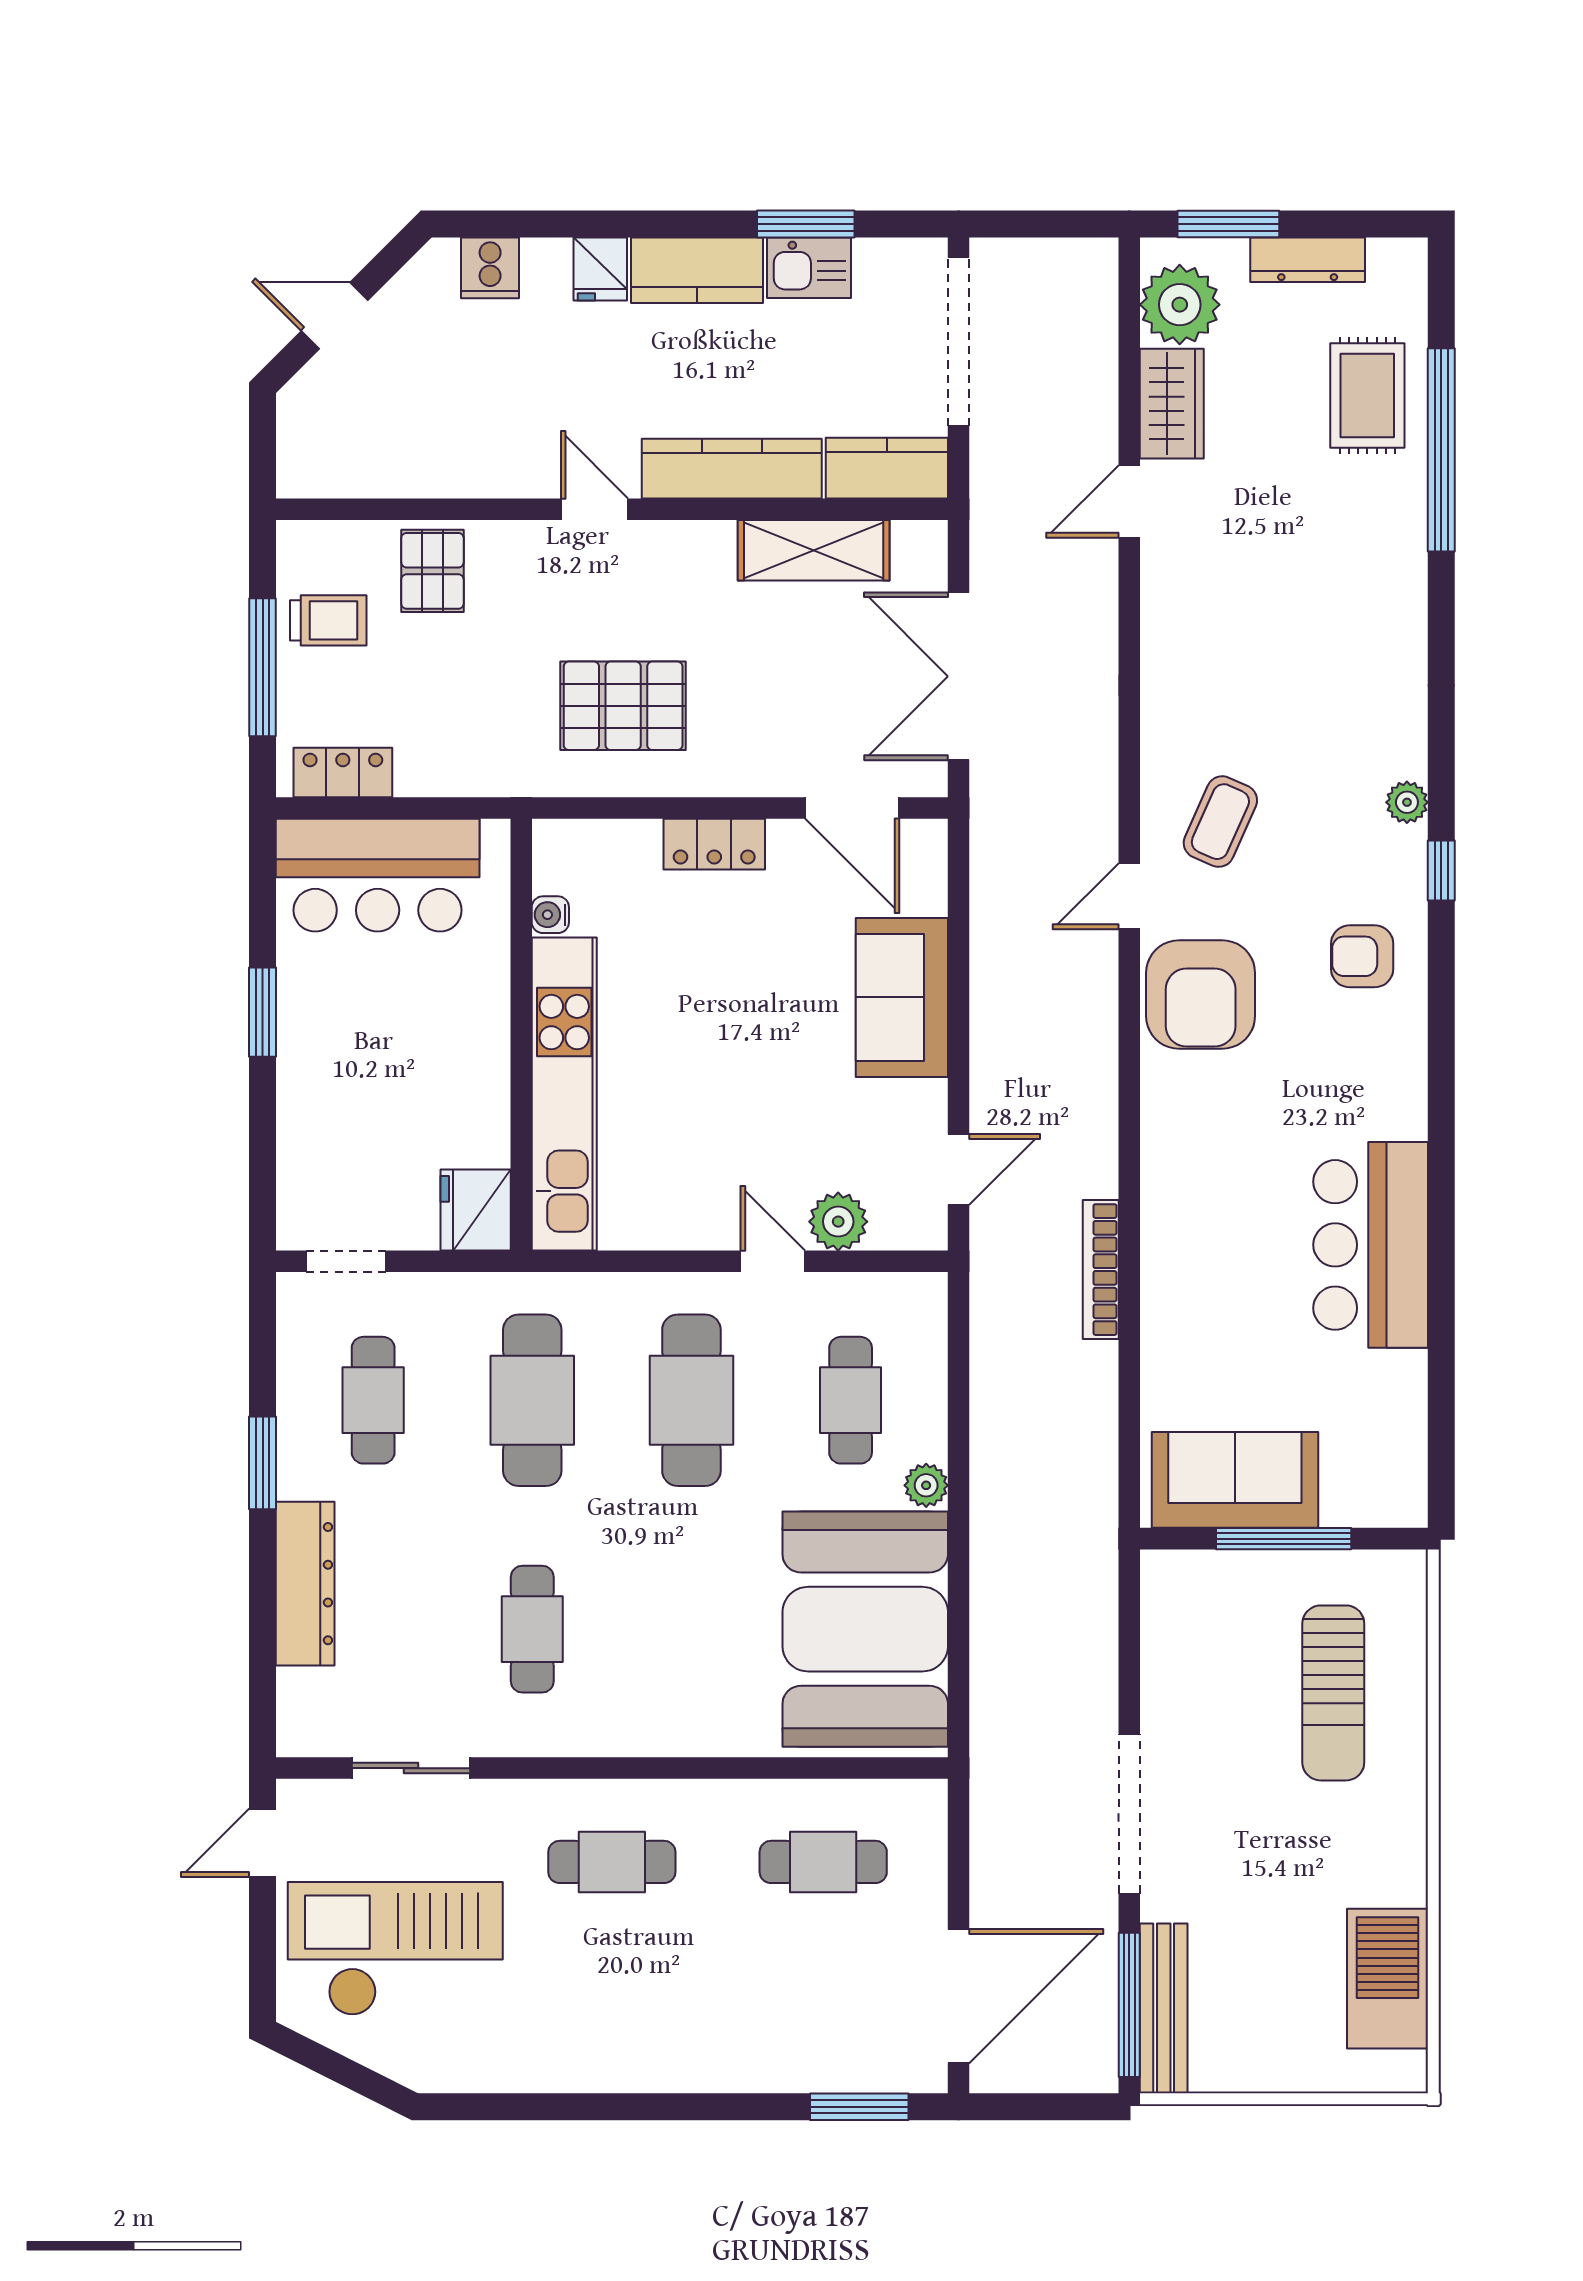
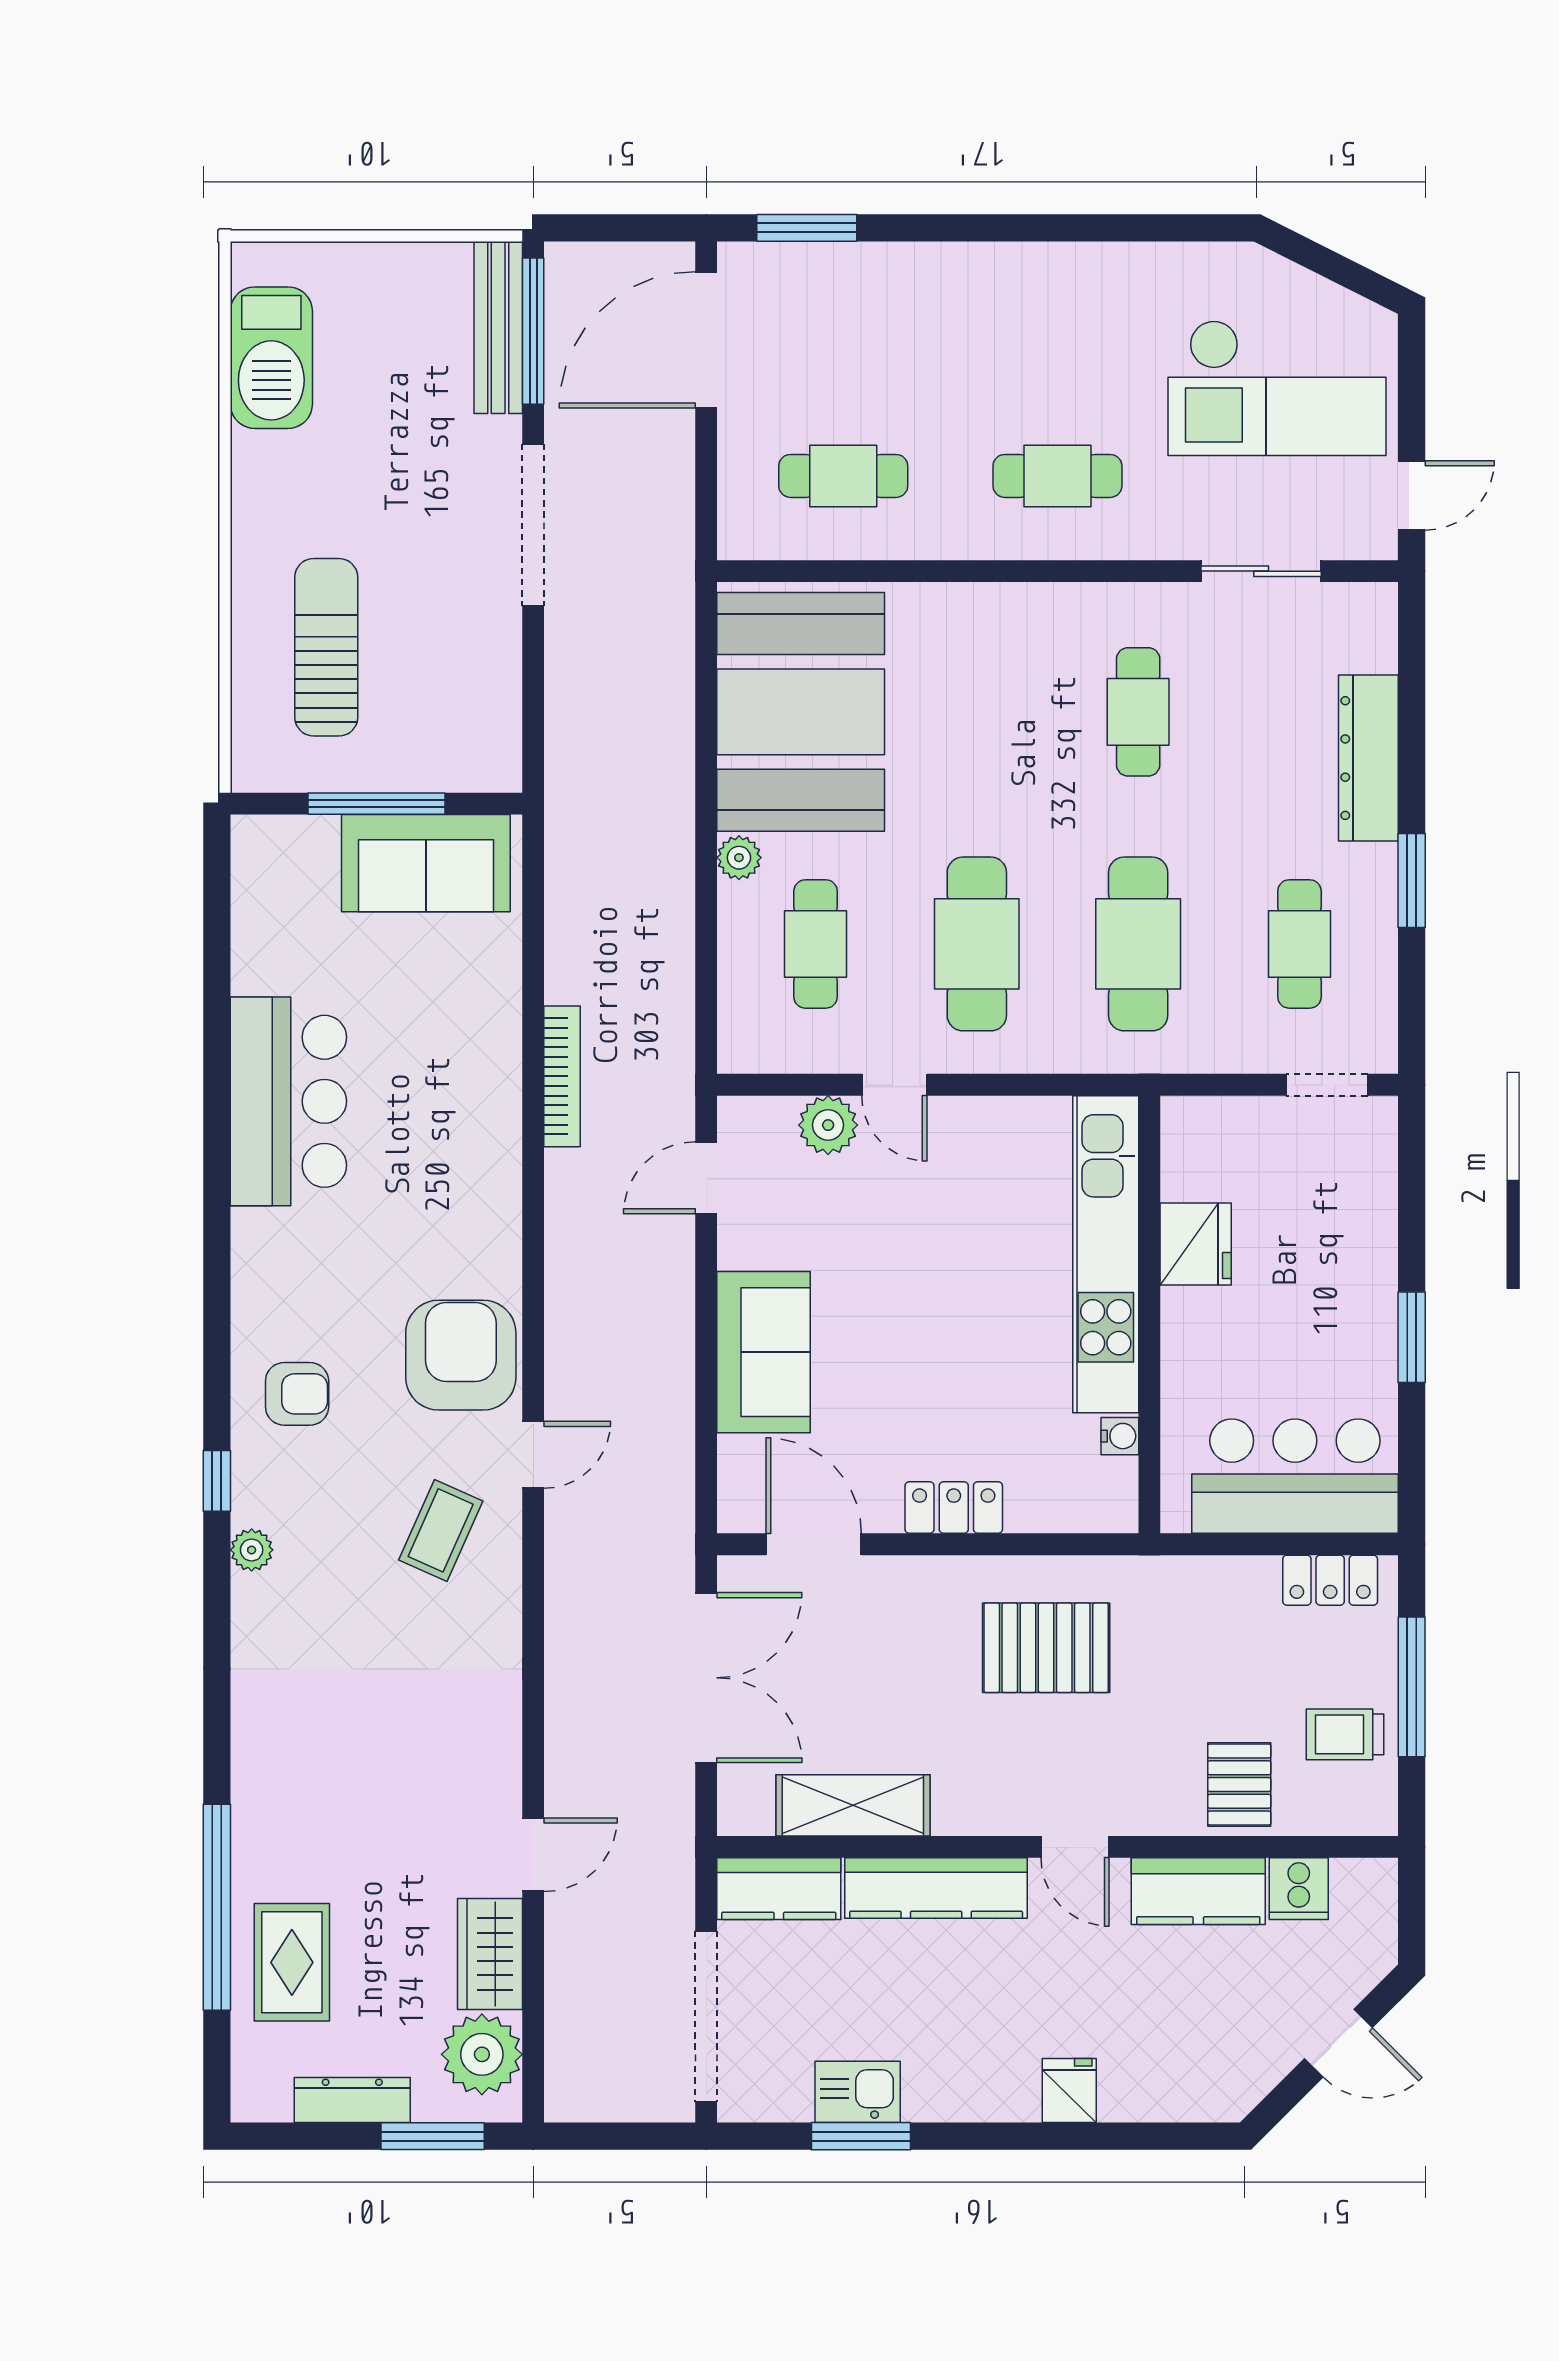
cooker: (490, 268) -> (1299, 1889), moved, turned 180
kitchen counter: (697, 270) -> (1198, 1891), moved, turned 180
fridge: (476, 1210) -> (1196, 1244), moved

